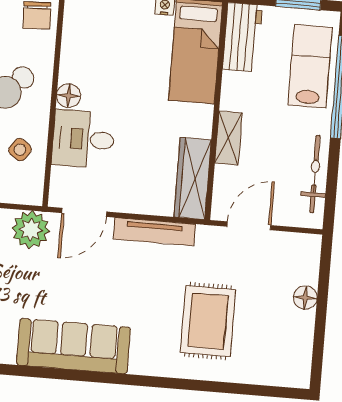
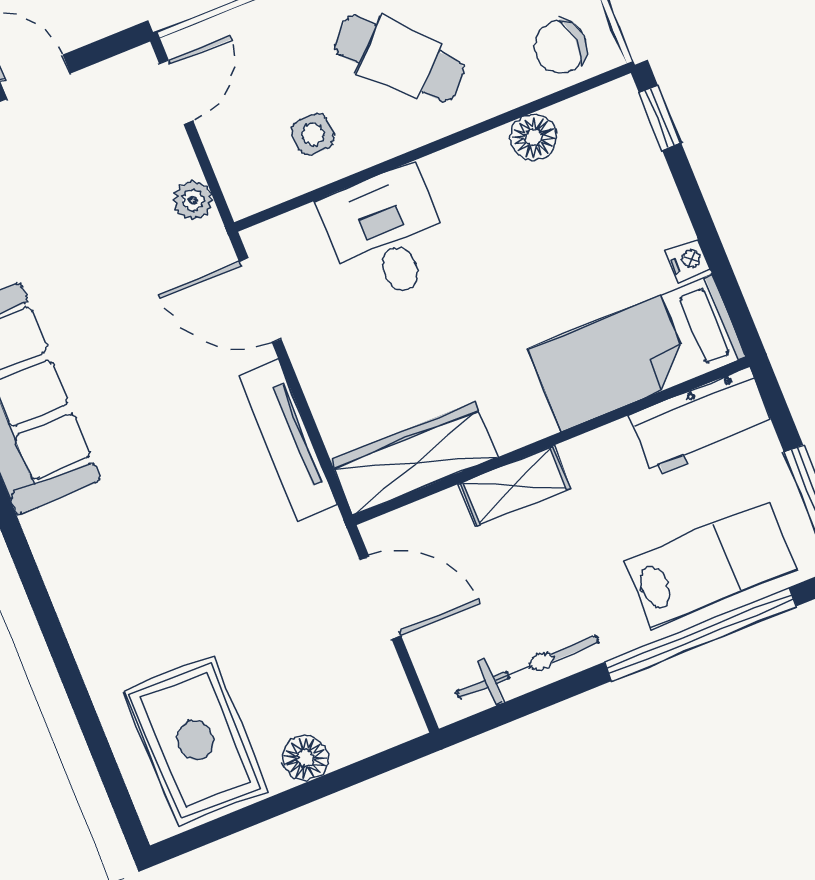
floor lamp: (69, 96) -> (533, 137), moved
side table: (20, 150) -> (313, 134), turned -35
plant: (31, 230) -> (193, 200), width x0.53, depth x0.53
rug: (208, 321) -> (196, 740), moved, turned 90

